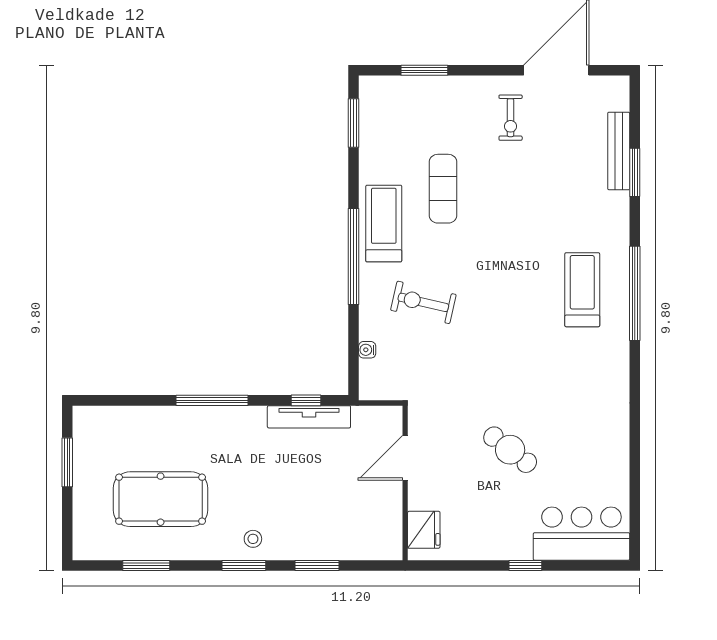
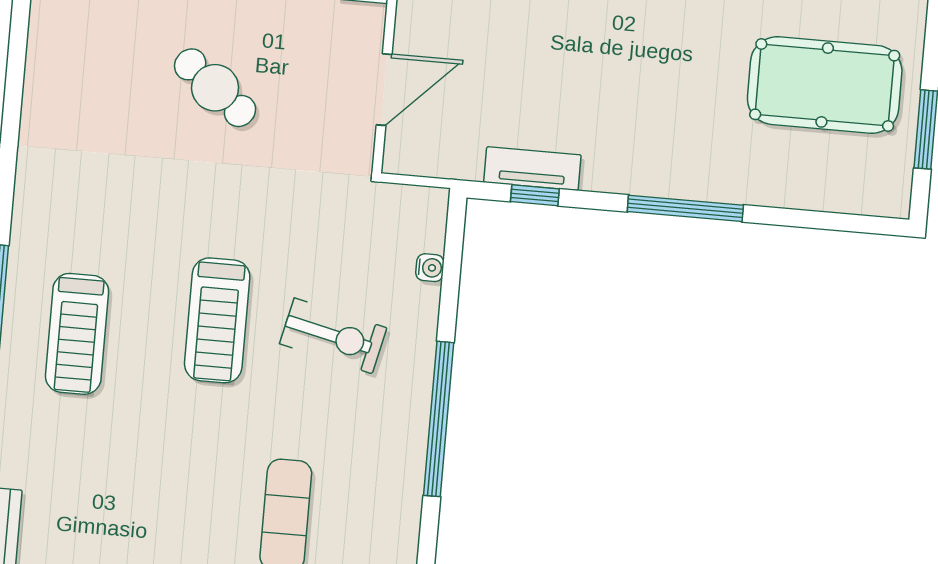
treadmill: (384, 223) -> (217, 320), moved
tv unit: (309, 417) -> (532, 169), width x0.71
pool table: (161, 499) -> (825, 85), moved

